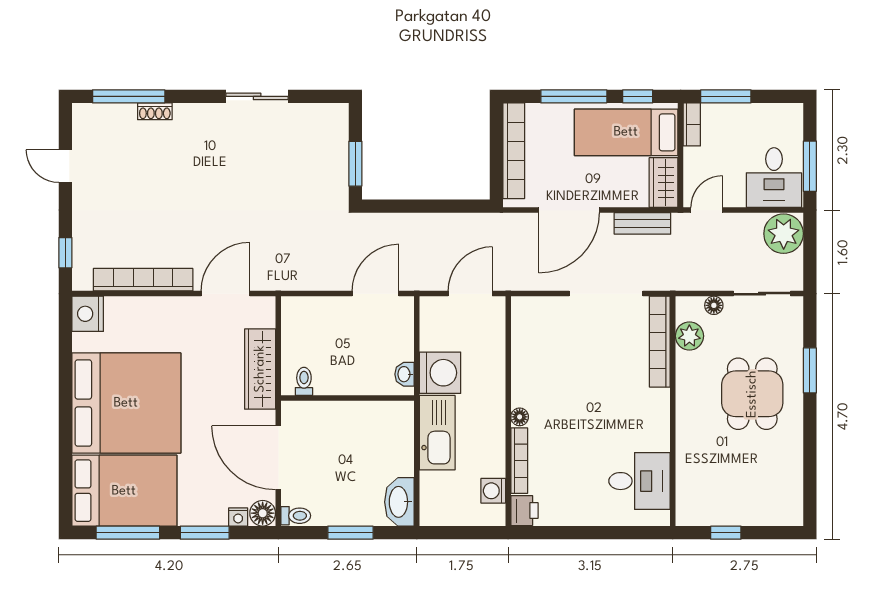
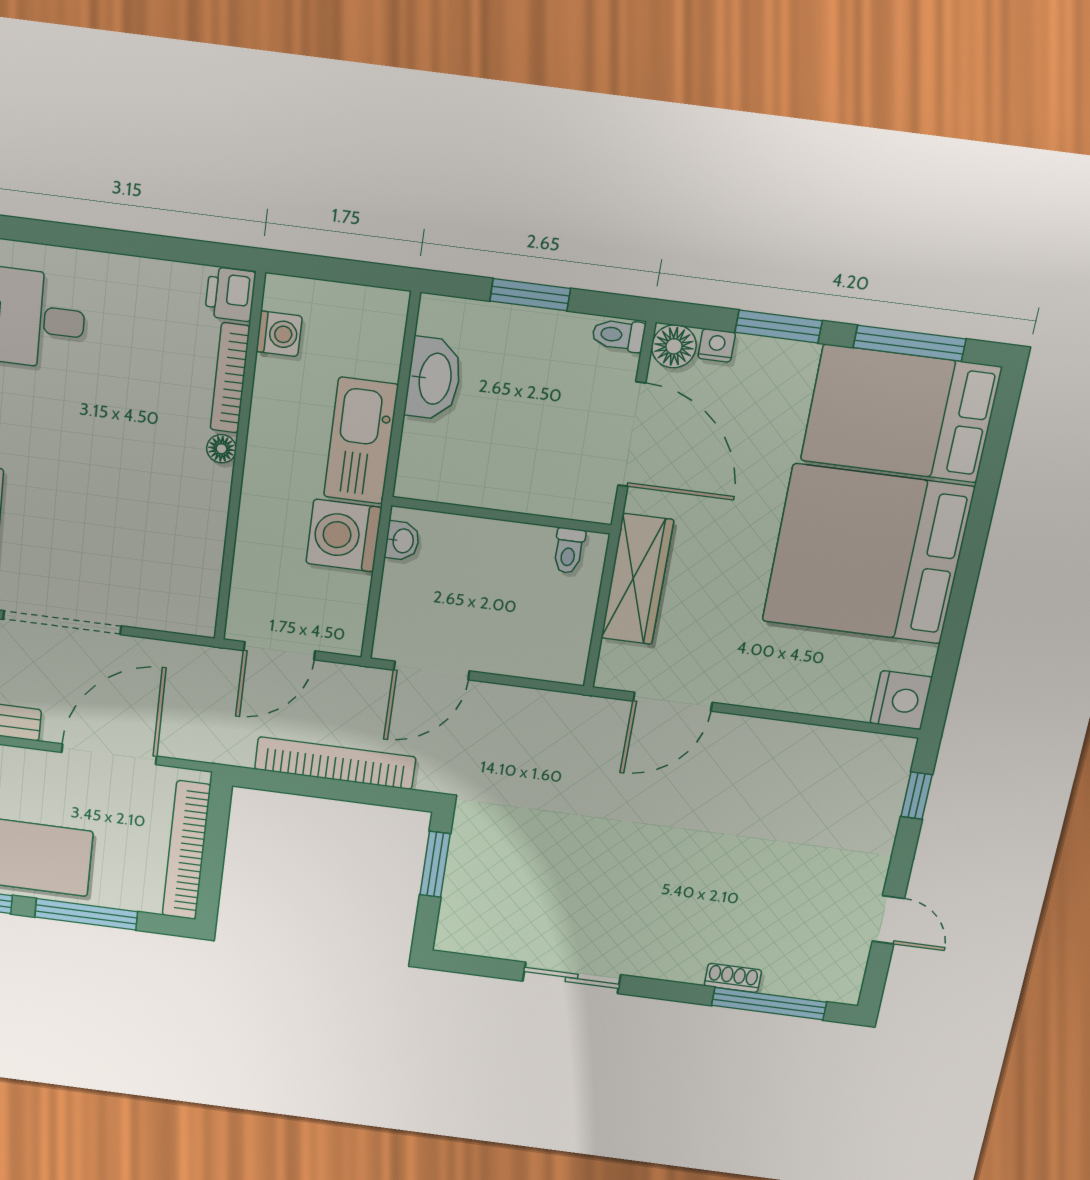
bookcase: (143, 280) -> (335, 763), moved, turned 180
washbasin: (399, 502) -> (434, 379), moved

